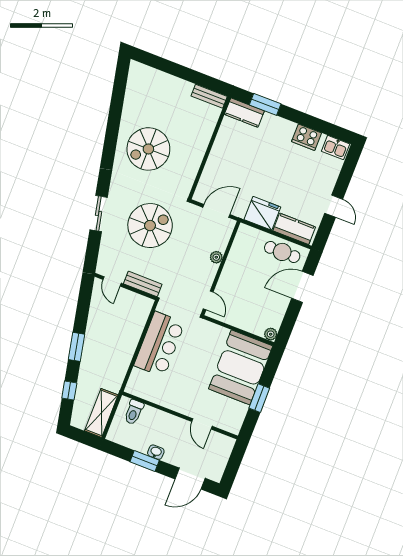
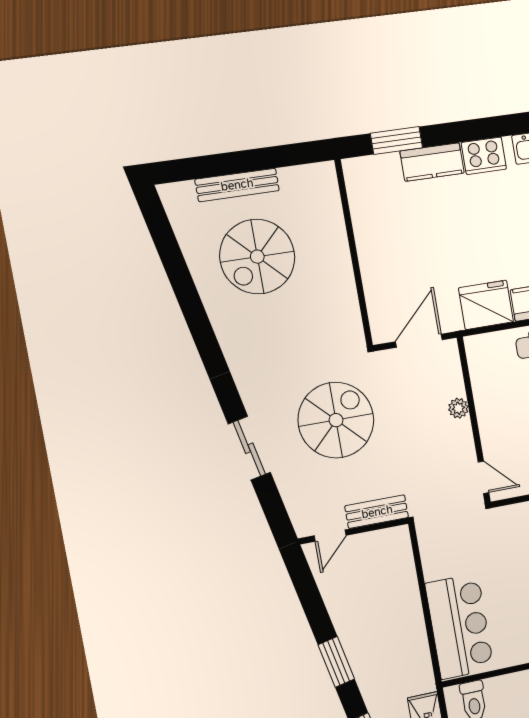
bench: (209, 96) -> (237, 185), moved, width x1.36
kitchen counter: (244, 113) -> (432, 162), moved
spiral stairs: (148, 149) -> (257, 257), moved
door: (112, 281) -> (330, 536), hinge flipped
bar counter: (159, 344) -> (460, 626), moved

